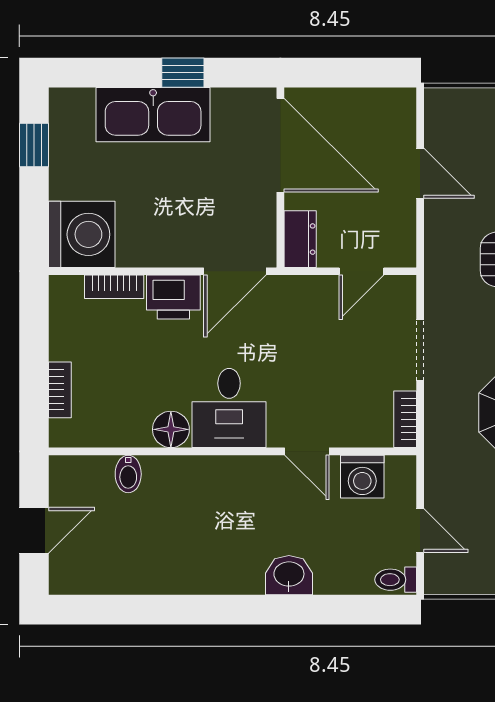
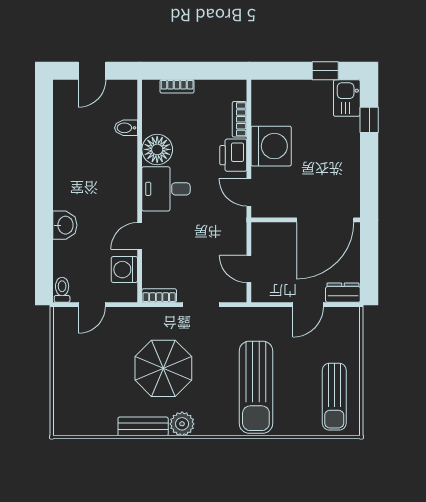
window: (183, 73) -> (369, 120), moved
kitchen sink: (153, 115) -> (347, 98), moved, width x0.53, depth x0.81
washing machine: (82, 234) -> (271, 146), moved, turned -90
dresser: (300, 239) -> (343, 293), moved, turned 180
door: (235, 271) -> (249, 192), width x0.73
floor lamp: (171, 429) -> (157, 149), width x1.38, depth x1.38
door: (34, 530) -> (92, 71), hinge flipped

